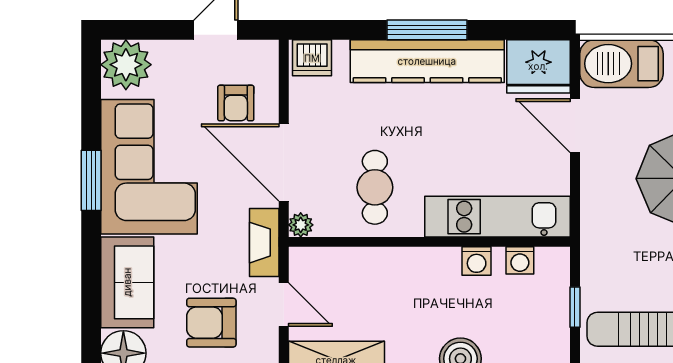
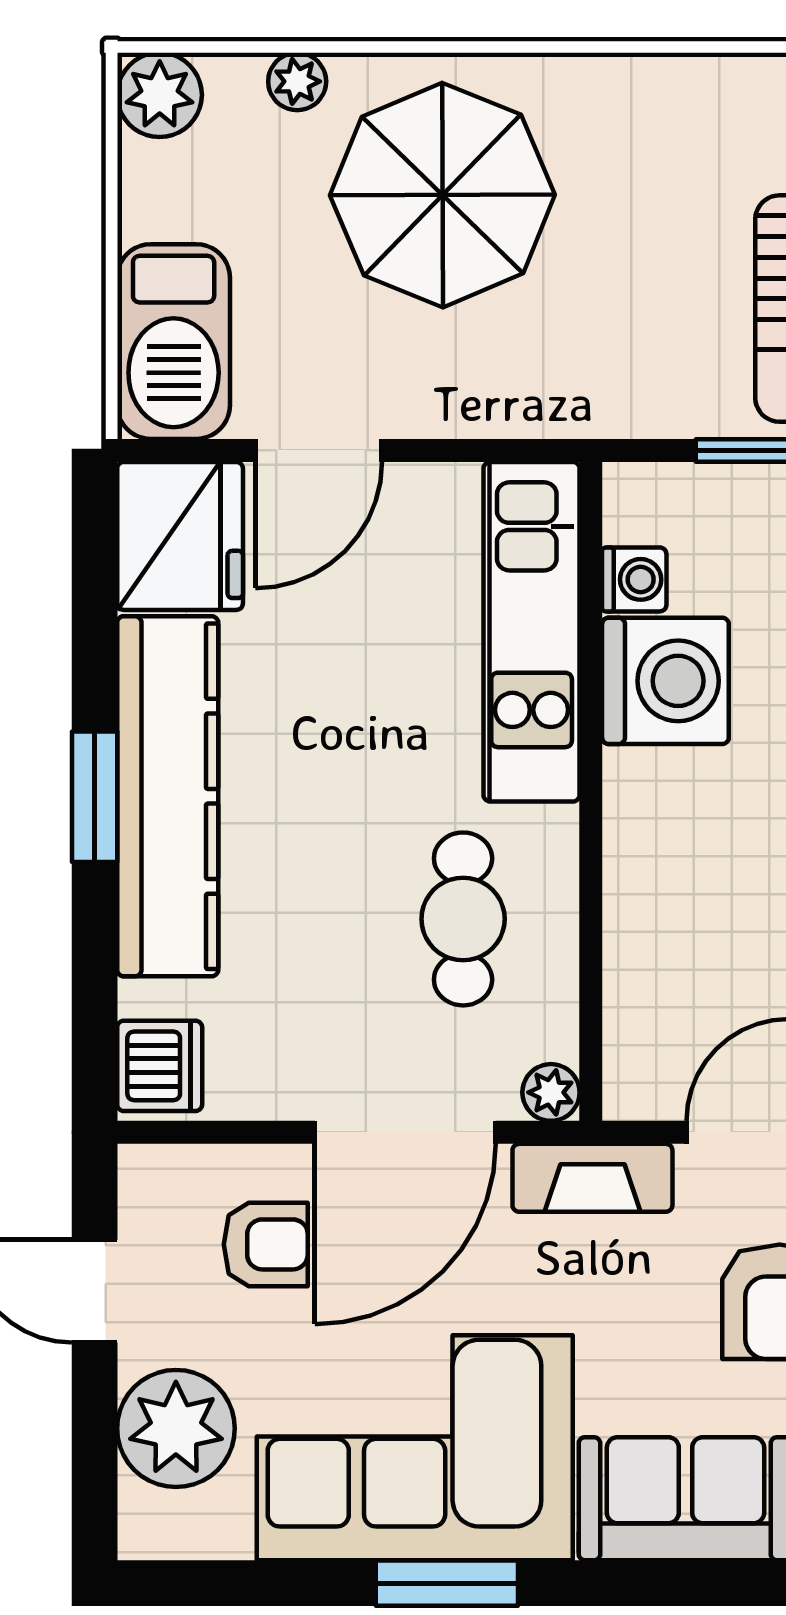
window: (427, 30) -> (95, 797), width x0.69
plant: (126, 65) -> (176, 1428), moved
cafe table: (375, 187) -> (463, 919), turned 90
washing machine: (477, 261) -> (665, 681), width x1.89, depth x1.89

